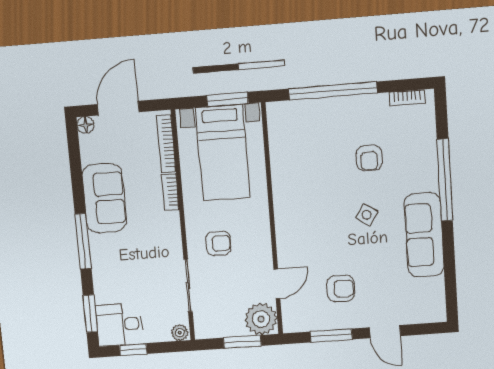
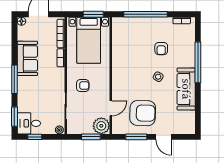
armchair: (341, 288) -> (143, 113), width x1.88, depth x1.88

